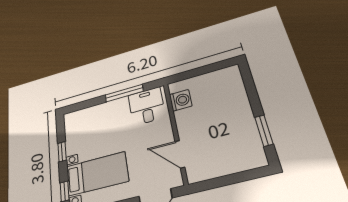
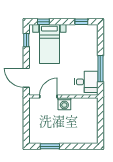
washing machine: (181, 100) -> (64, 104), moved
window: (62, 152) -> (81, 22), moved

